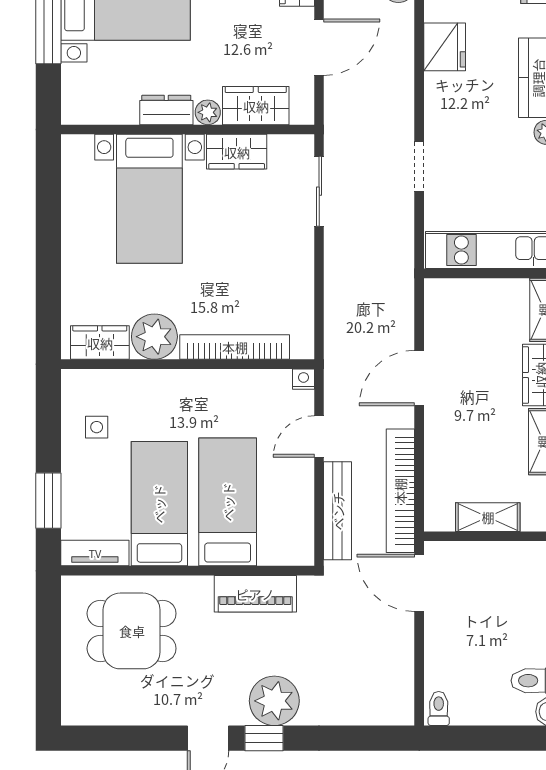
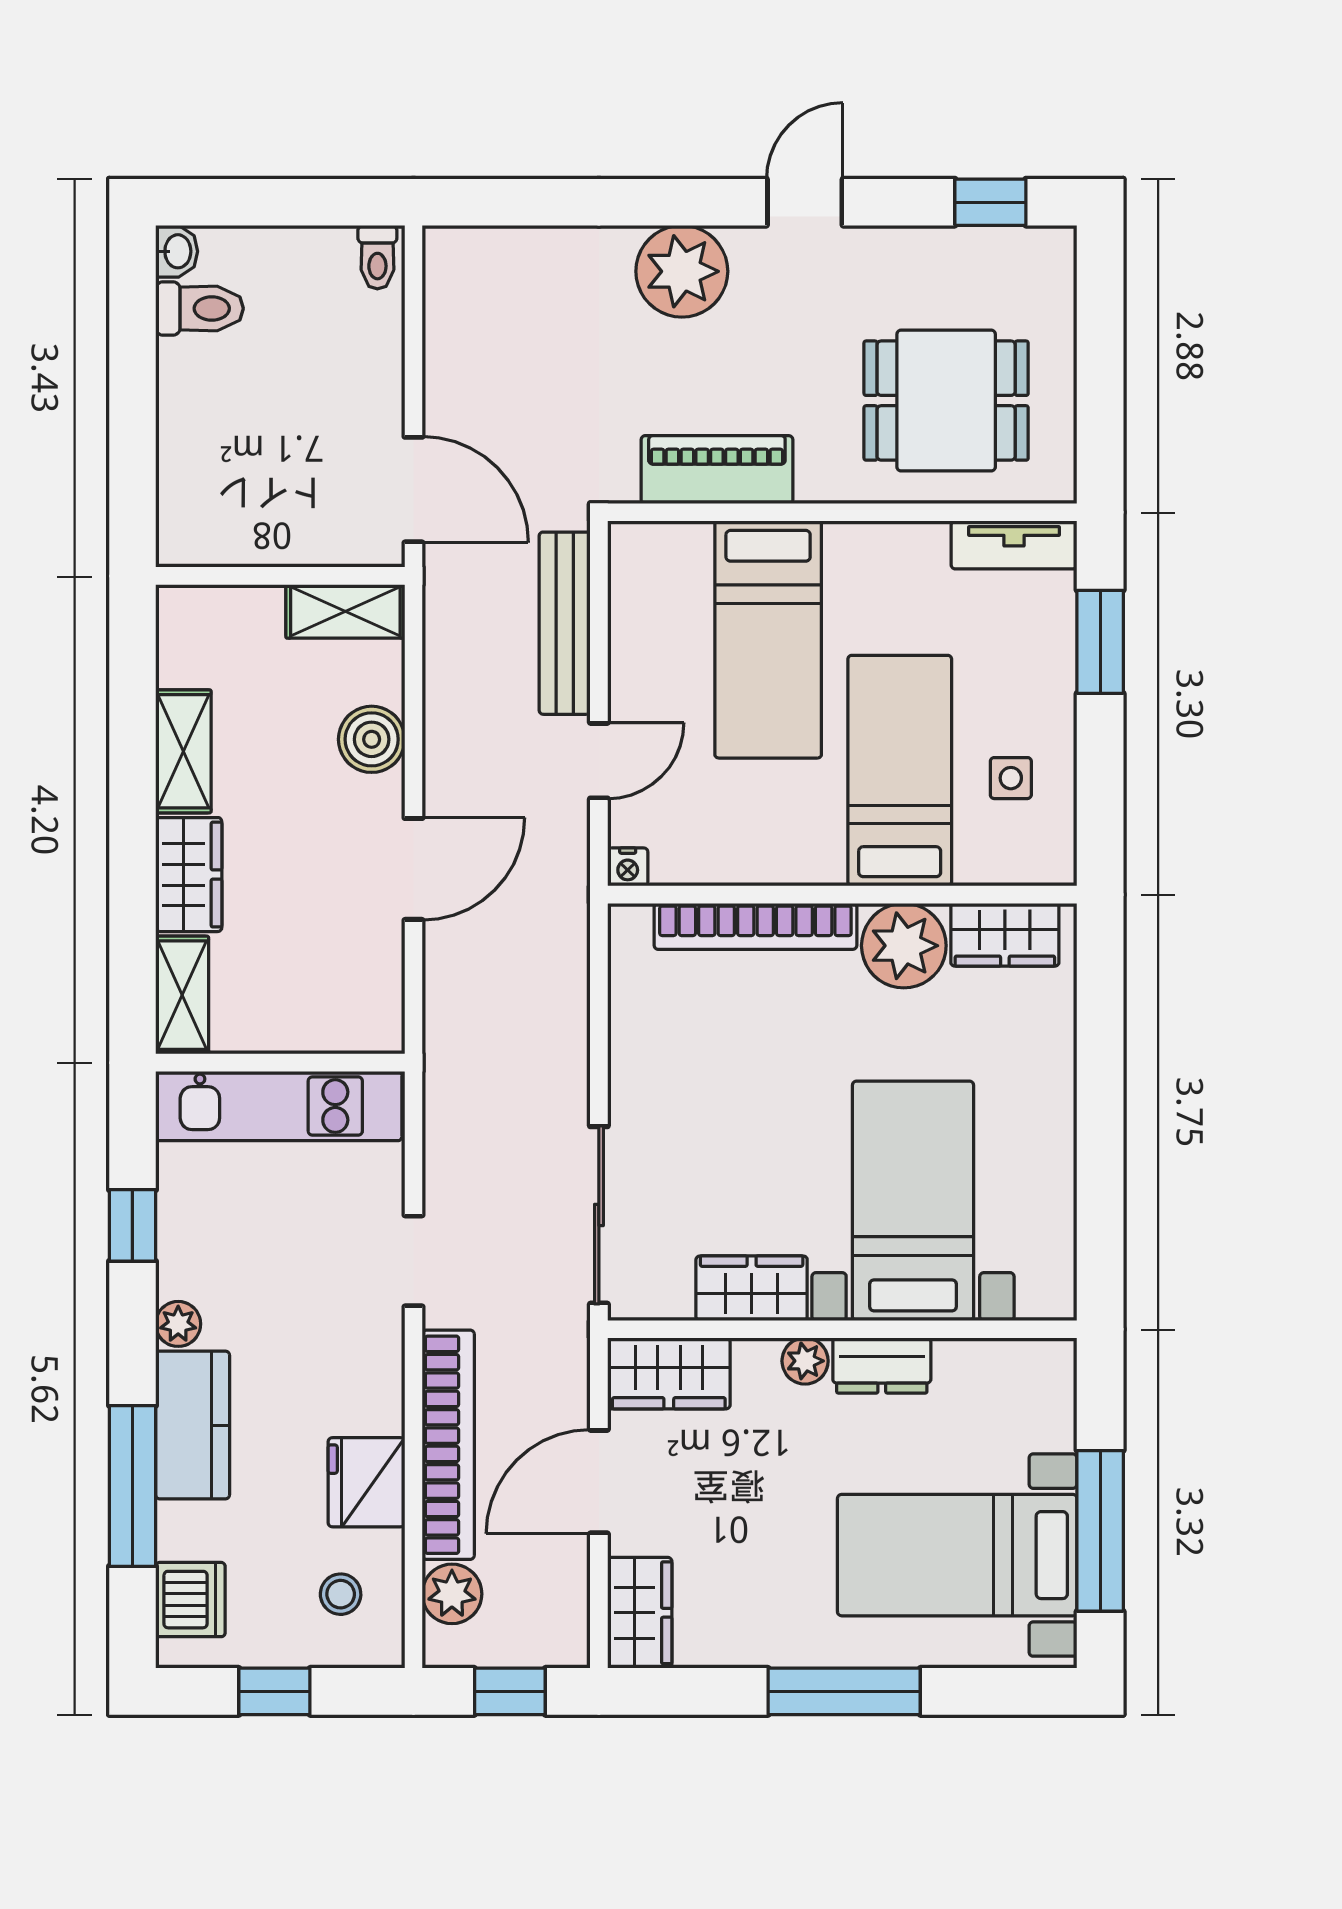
wardrobe: (256, 106) -> (669, 1373), moved
sliding door: (319, 191) -> (599, 1215), width x1.37
boiler: (442, 448) -> (372, 739), added
bookcase: (400, 491) -> (448, 1445), moved
bed: (159, 504) -> (900, 771), moved, turned 180
shelving: (488, 517) -> (345, 611), moved
window: (264, 738) -> (990, 202), moved

